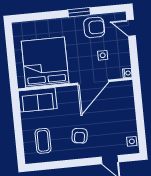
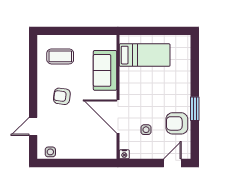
armchair: (94, 27) -> (177, 123), turned 90
bed: (45, 62) -> (145, 55), width x0.49
sofa: (38, 100) -> (105, 70), moved

